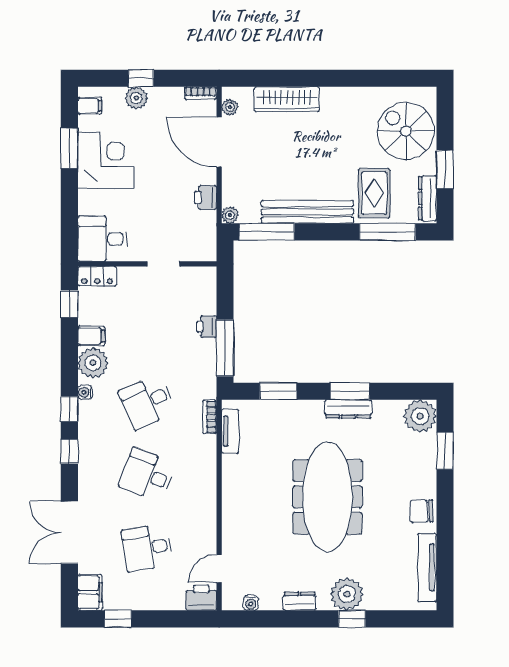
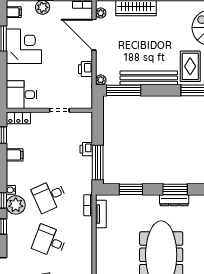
plant: (93, 363) -> (16, 205), moved

